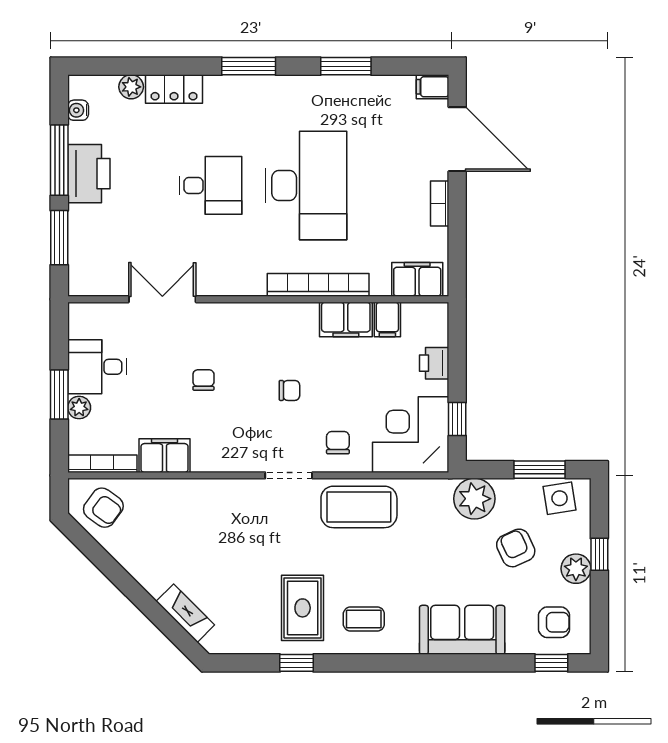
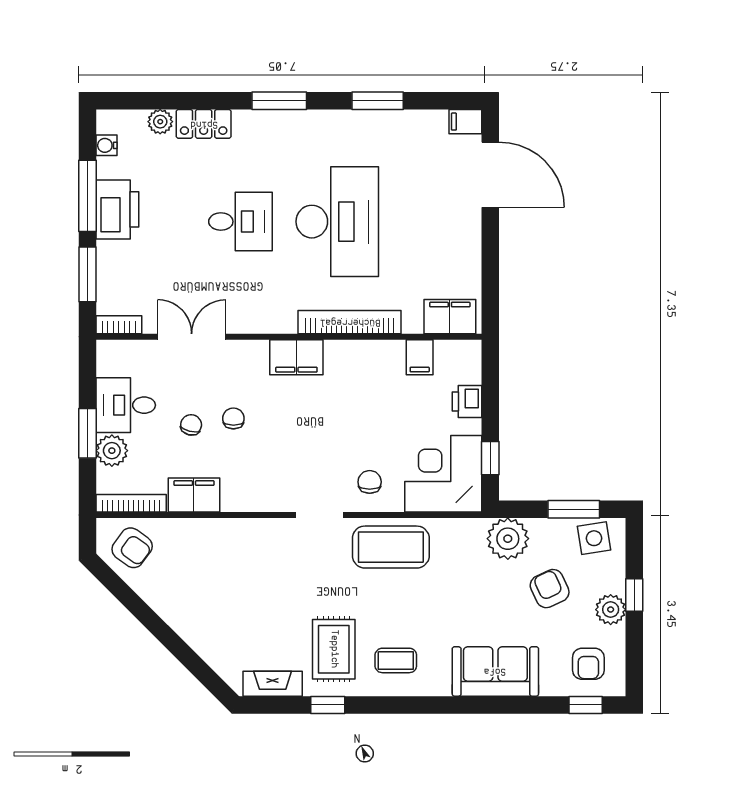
bookcase: (440, 203) -> (119, 325), moved, turned 90
filing cabinet: (346, 319) -> (296, 357), moved
chair: (289, 390) -> (191, 425), moved, turned -76
plant: (79, 407) -> (112, 451), width x1.38, depth x1.38
fireplace: (185, 613) -> (273, 684), moved, turned -45
armchair: (554, 622) -> (588, 664), turned 90

